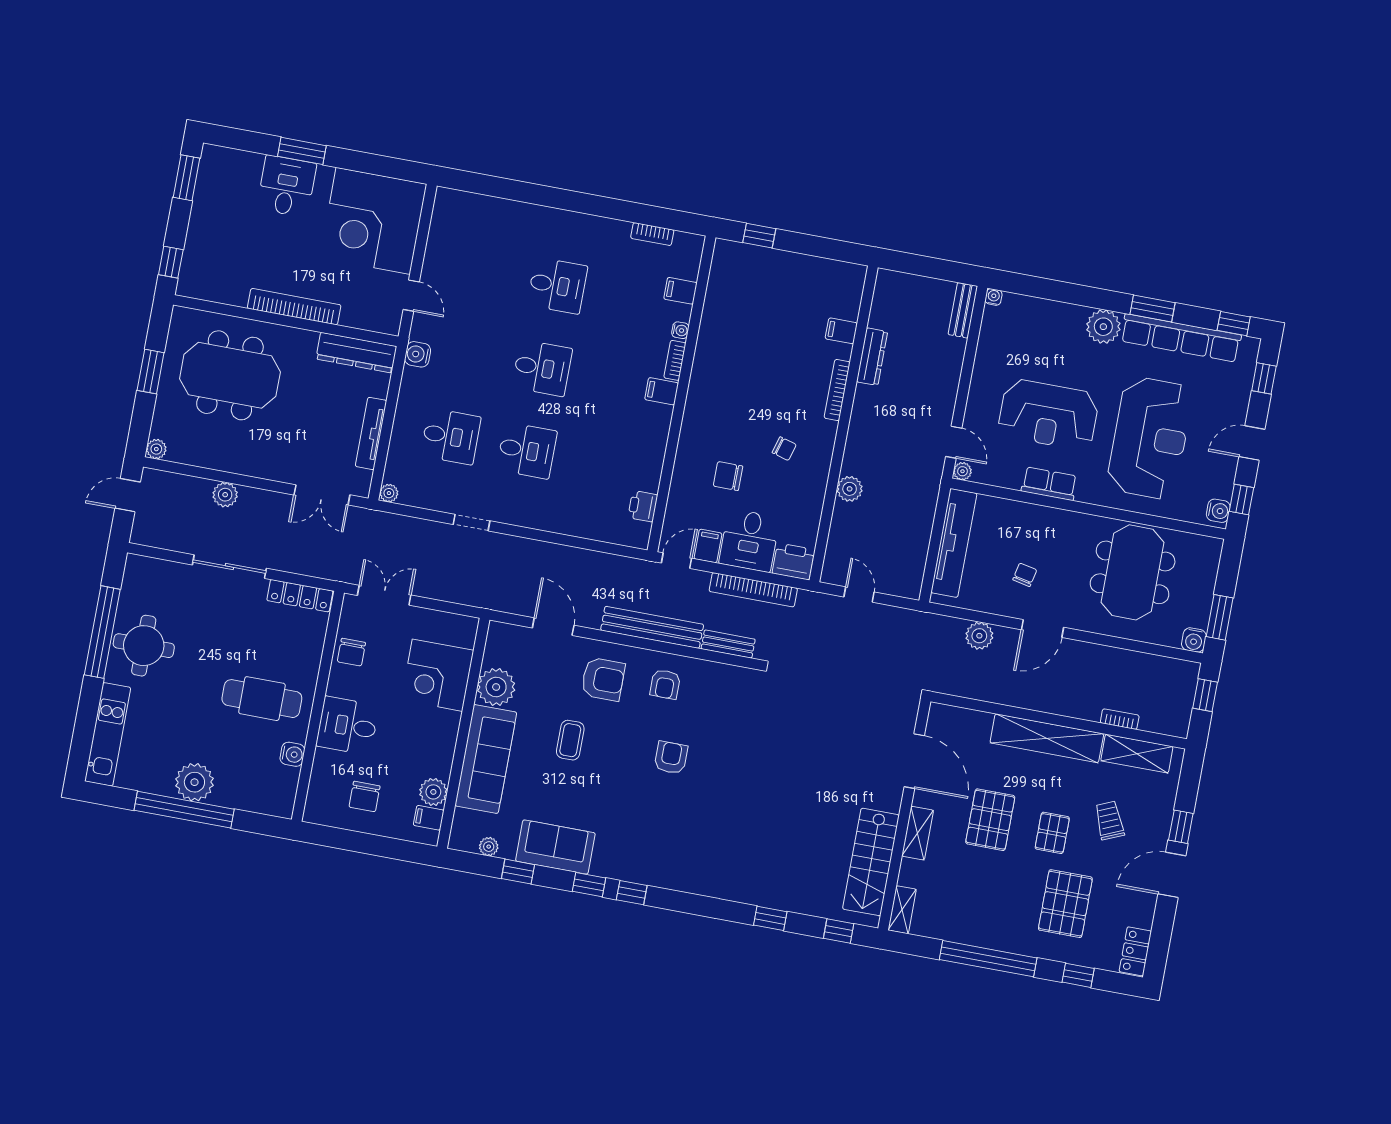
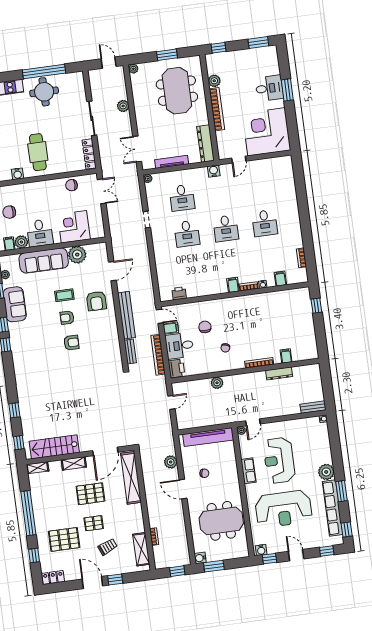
plant: (235, 293) -> (214, 81), added
armchair: (665, 684) -> (67, 318), moved
desk: (347, 726) -> (40, 233), moved, turned 180
shelving: (1047, 738) -> (131, 478), moved

